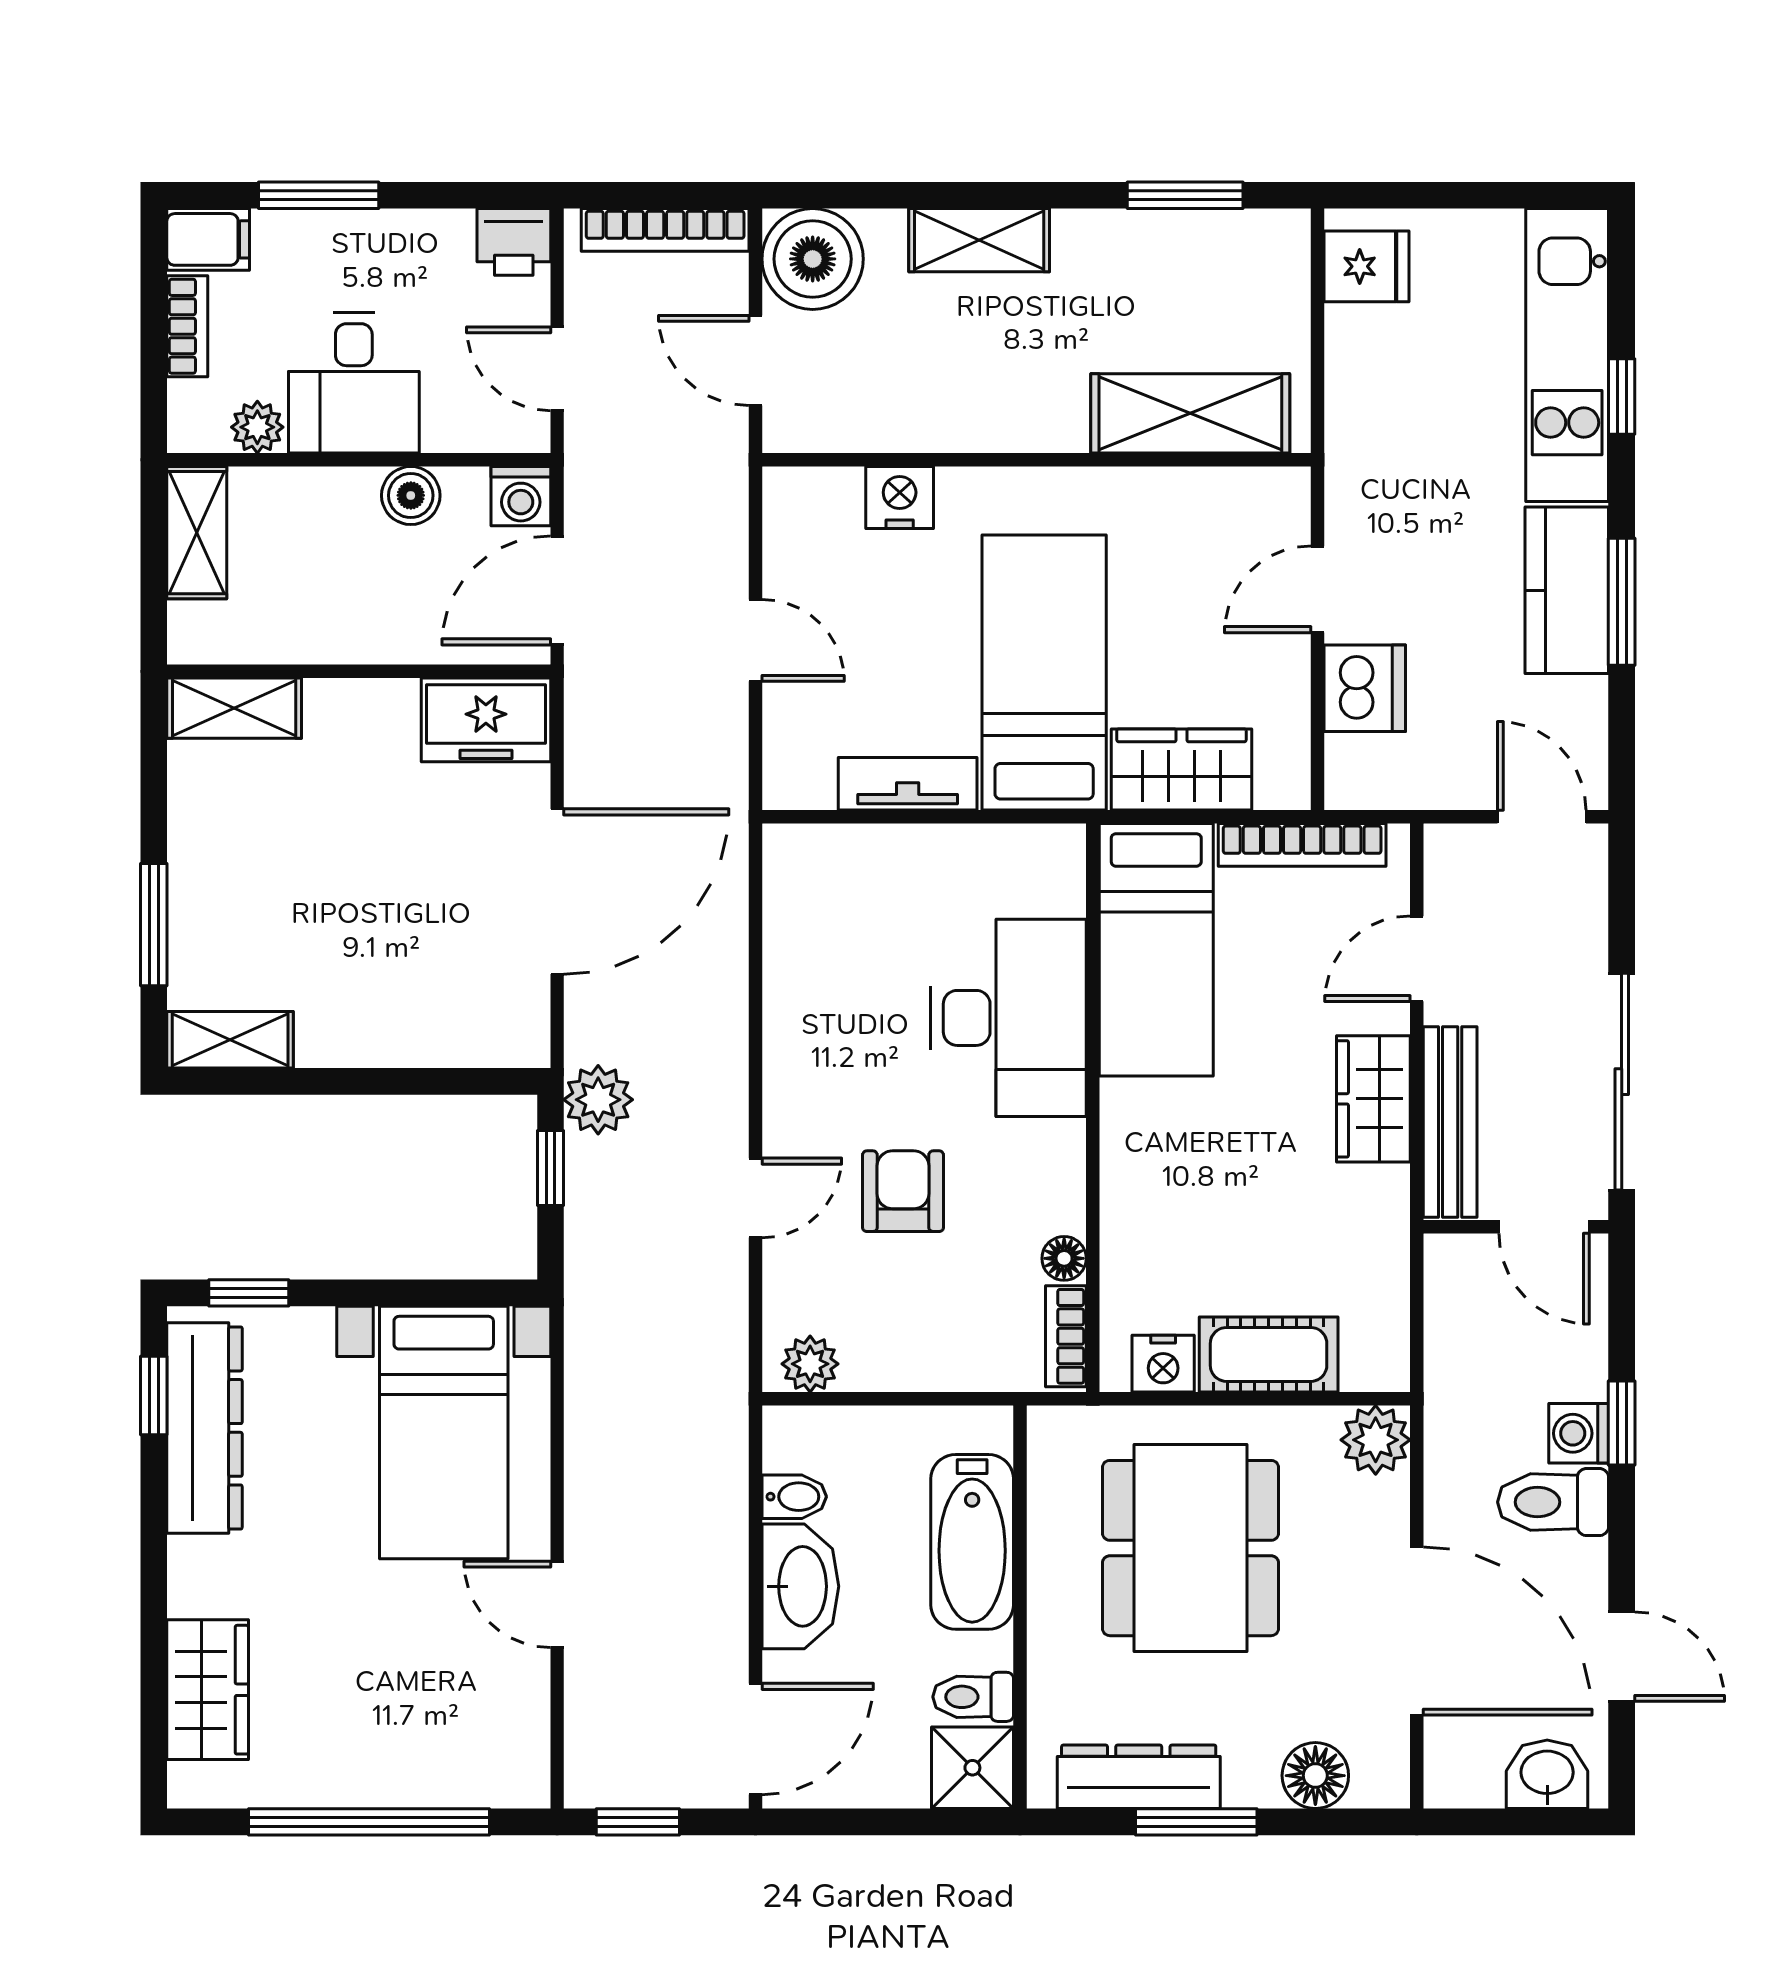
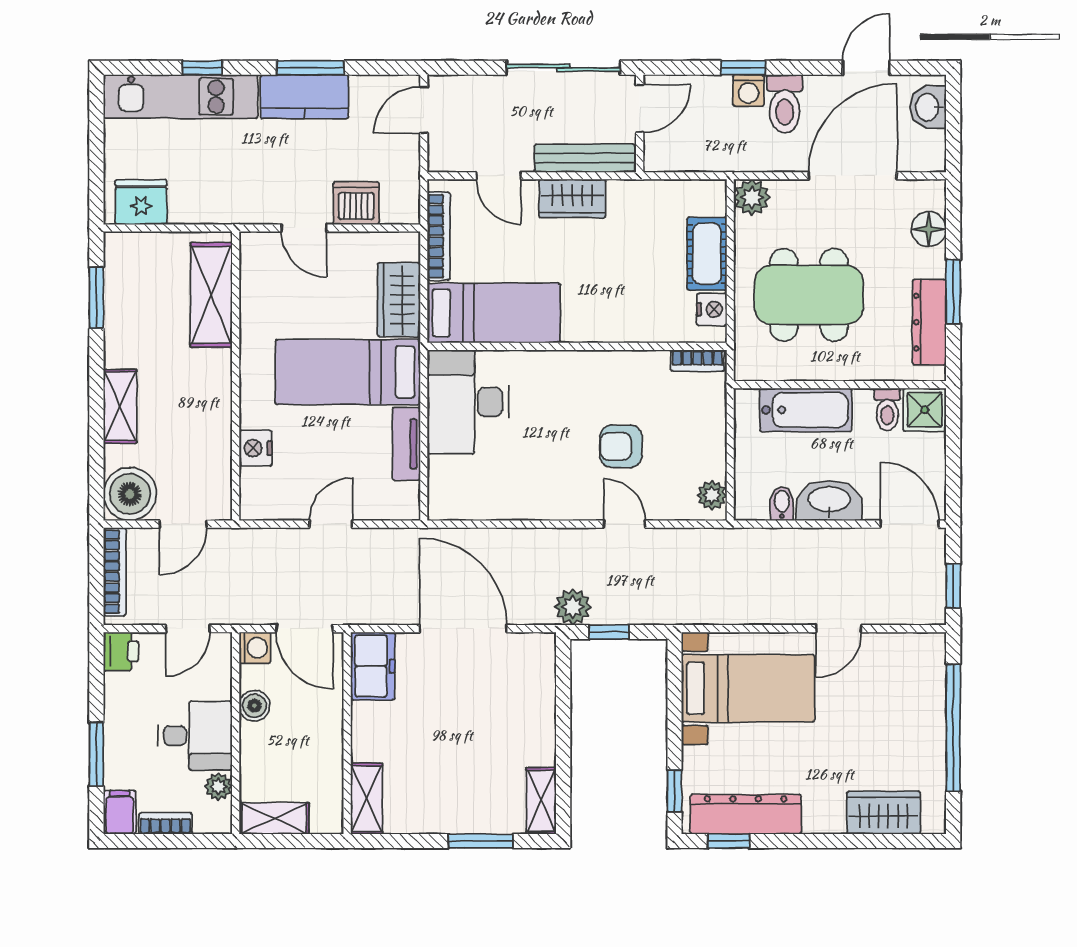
fridge: (1366, 266) -> (141, 202), width x1.38
desk: (1009, 1018) -> (468, 402), moved, turned -90
floor lamp: (1064, 1258) -> (656, 362), removed

